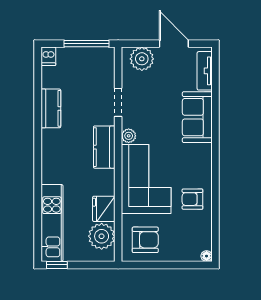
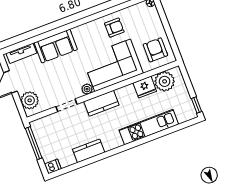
armchair: (192, 199) -> (114, 28), turned -90
kitchen unit: (52, 223) -> (149, 127), moved

